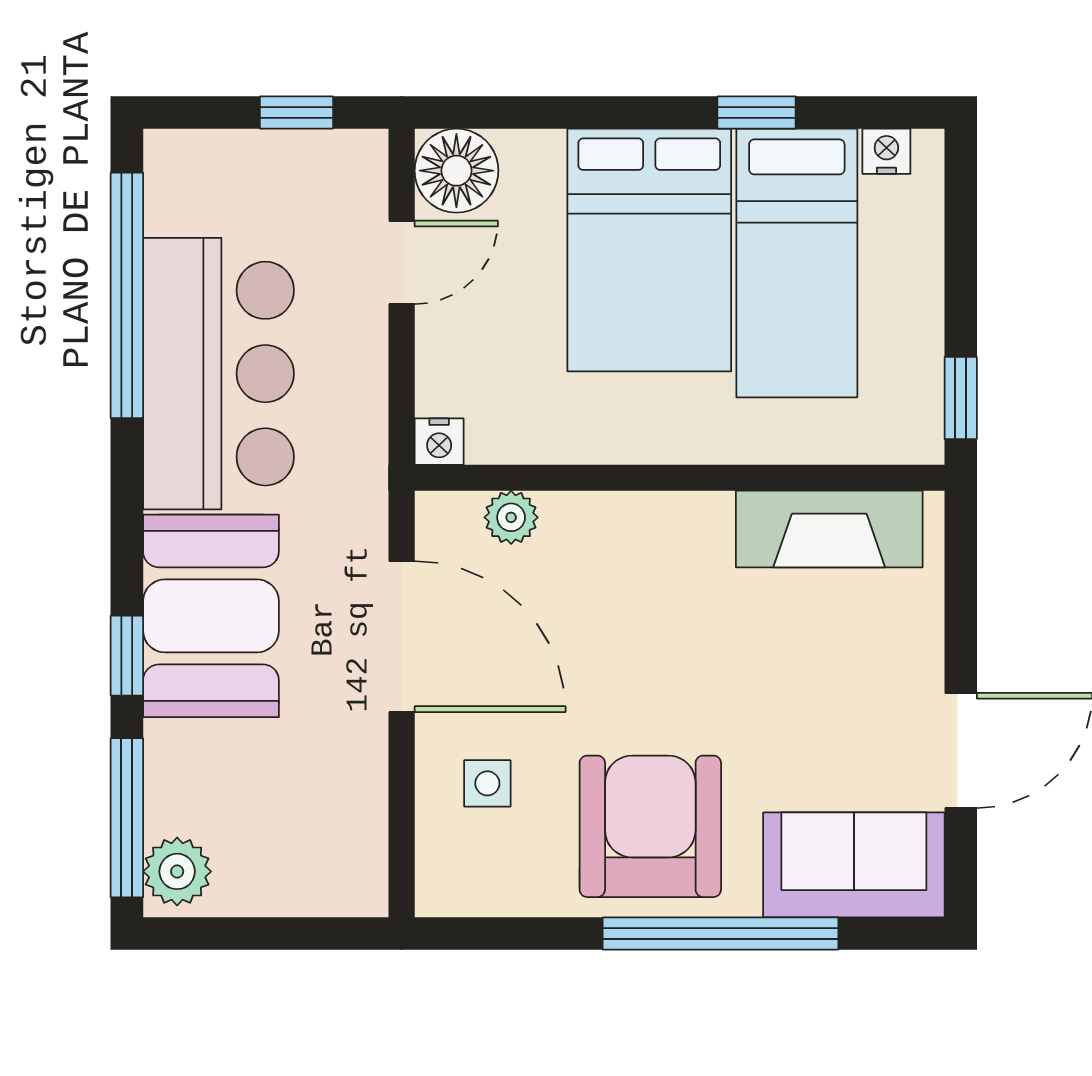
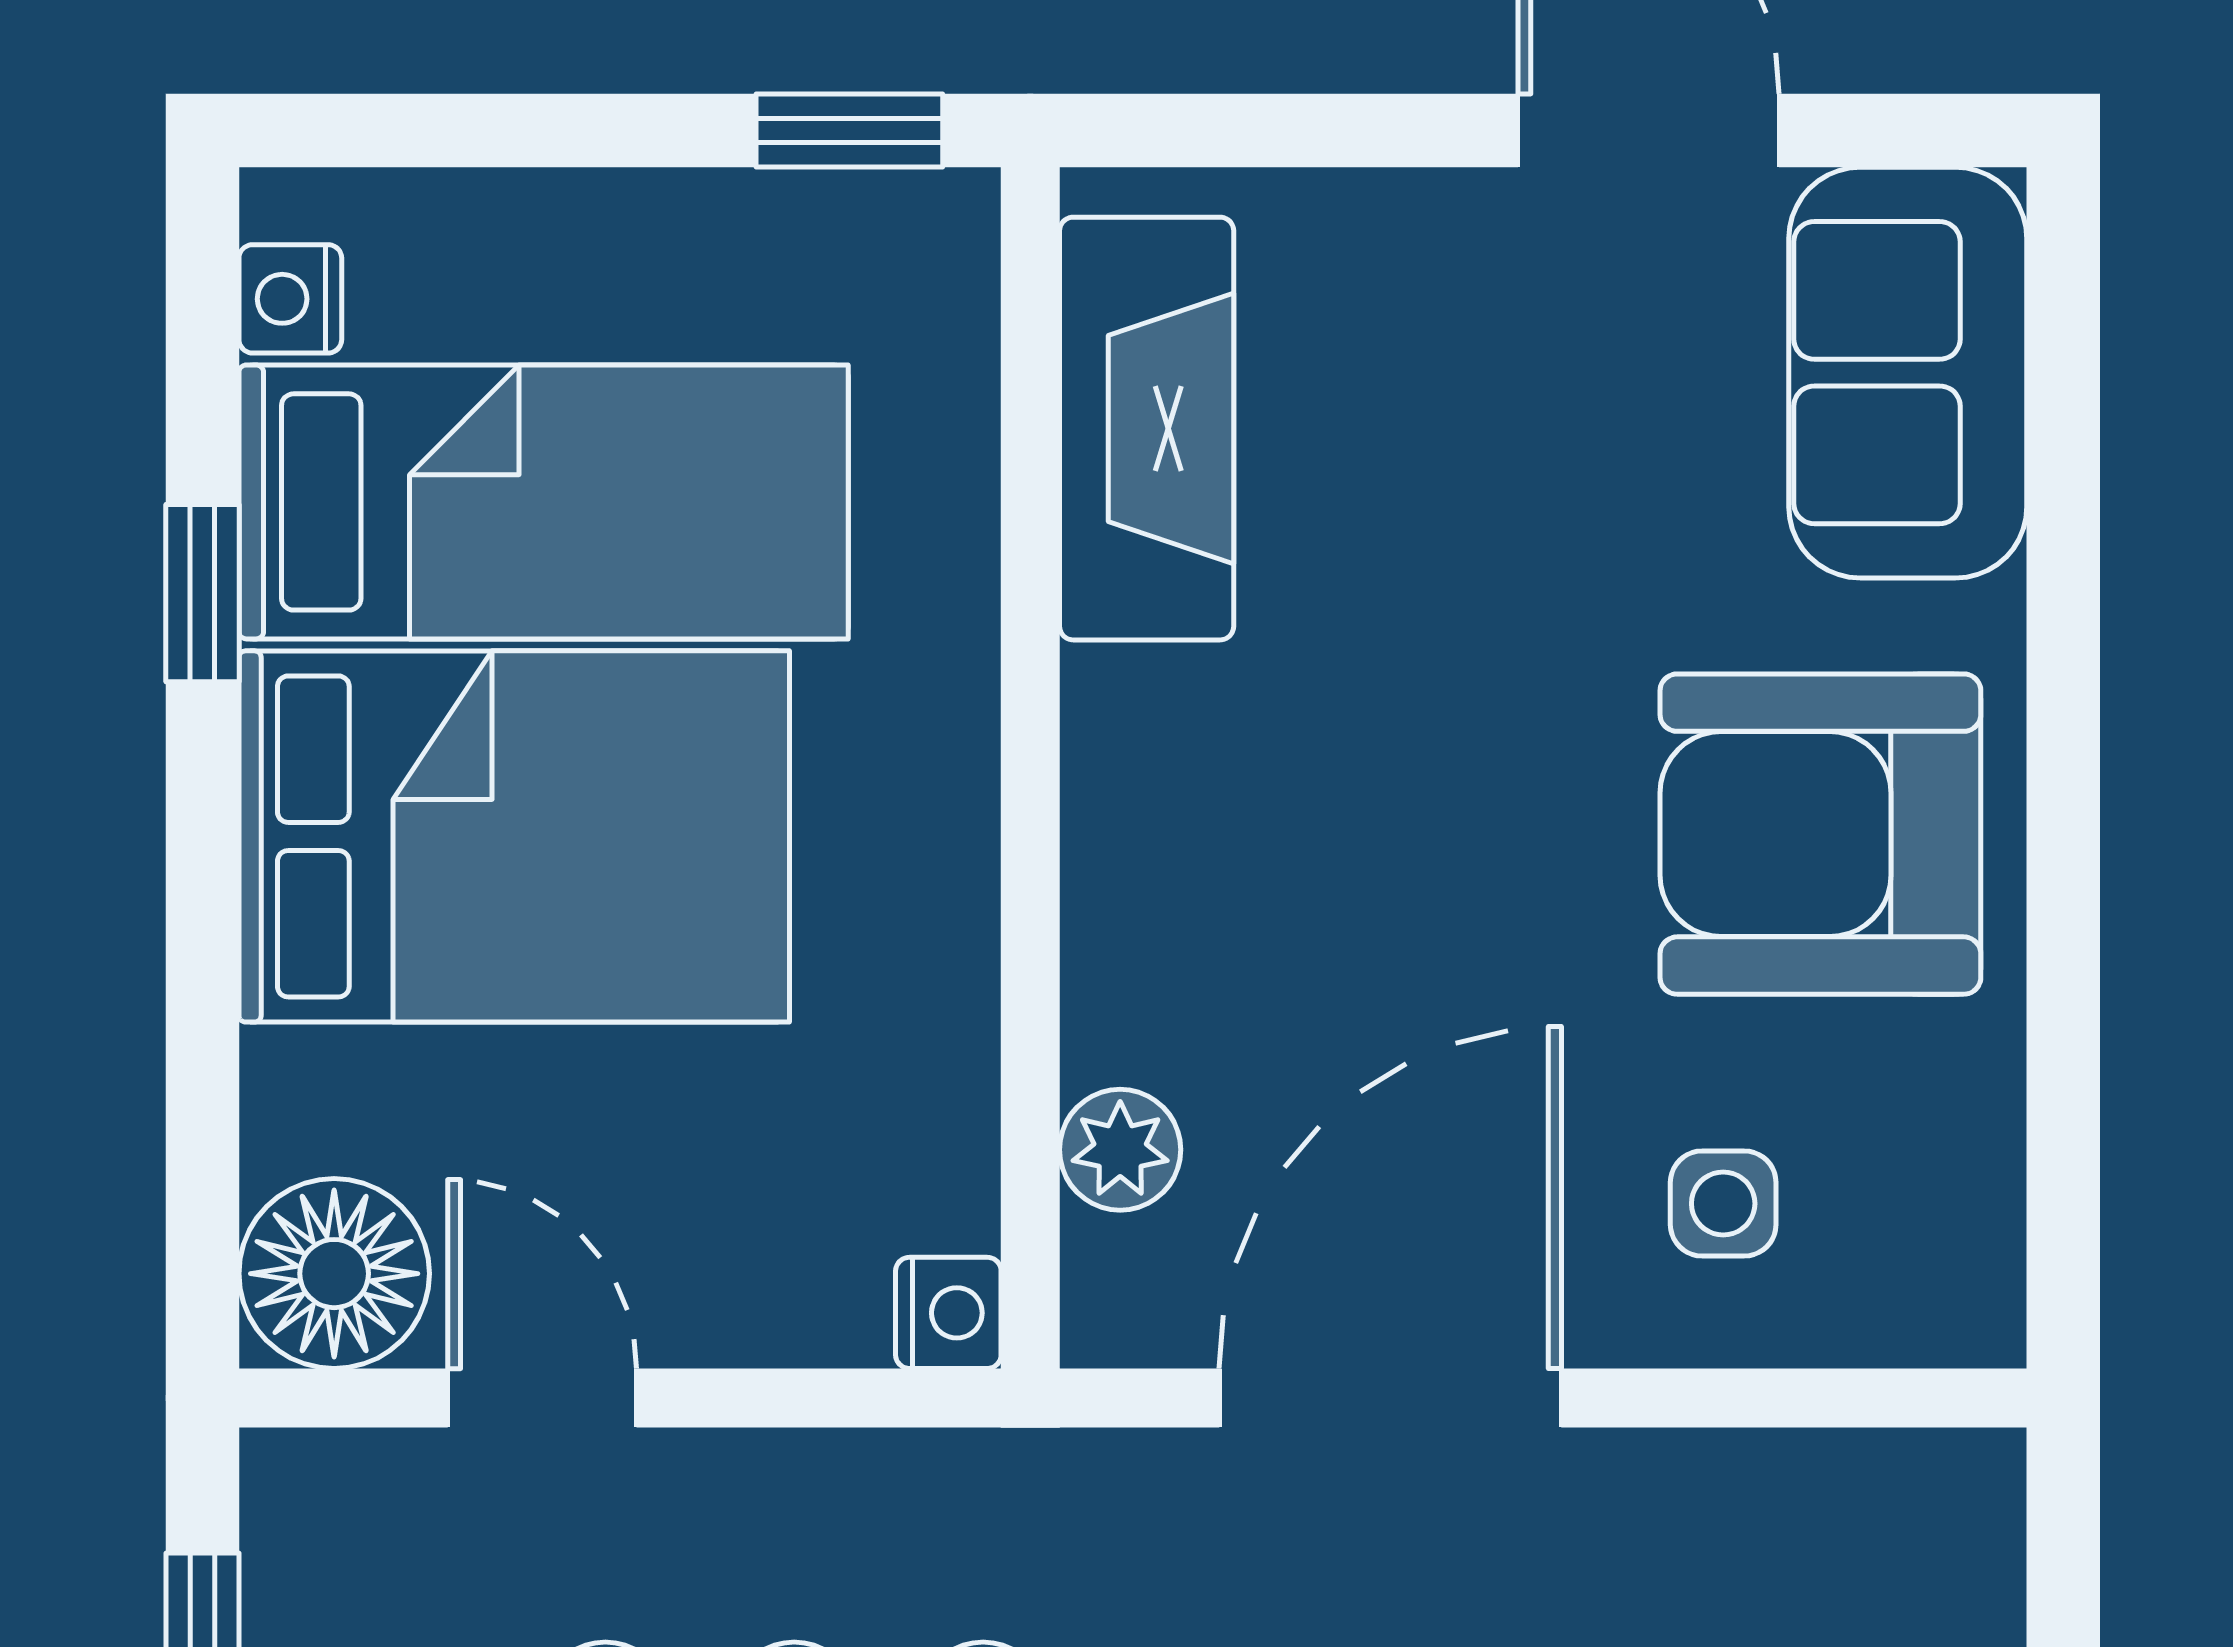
window: (721, 933) -> (2063, 675), removed

